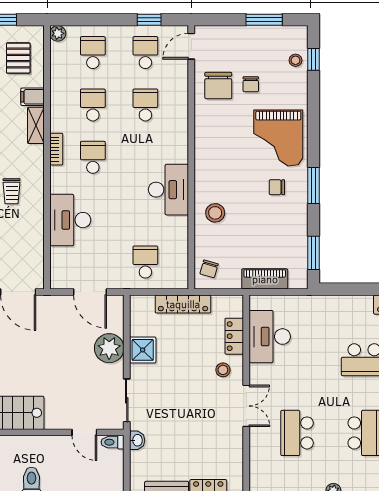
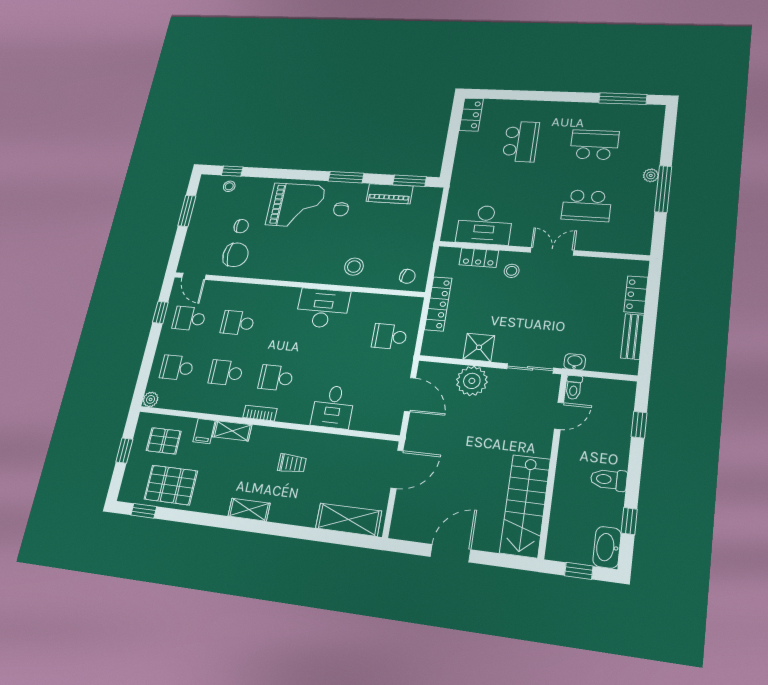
desk: (70, 220) -> (333, 407), width x0.73
piano: (265, 279) -> (390, 194), moved, turned -90
door: (90, 292) -> (410, 395), hinge flipped

